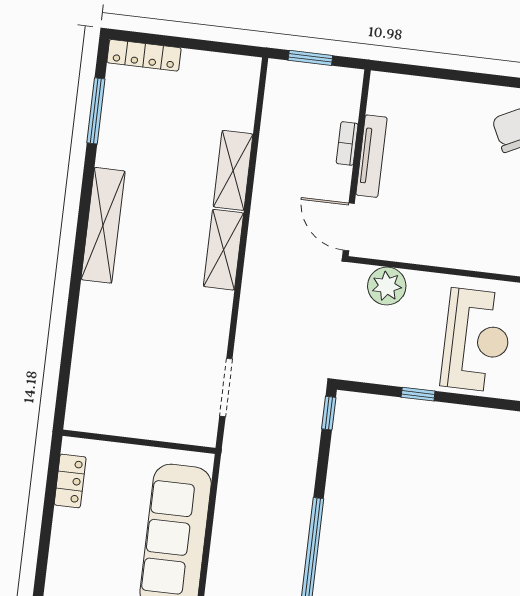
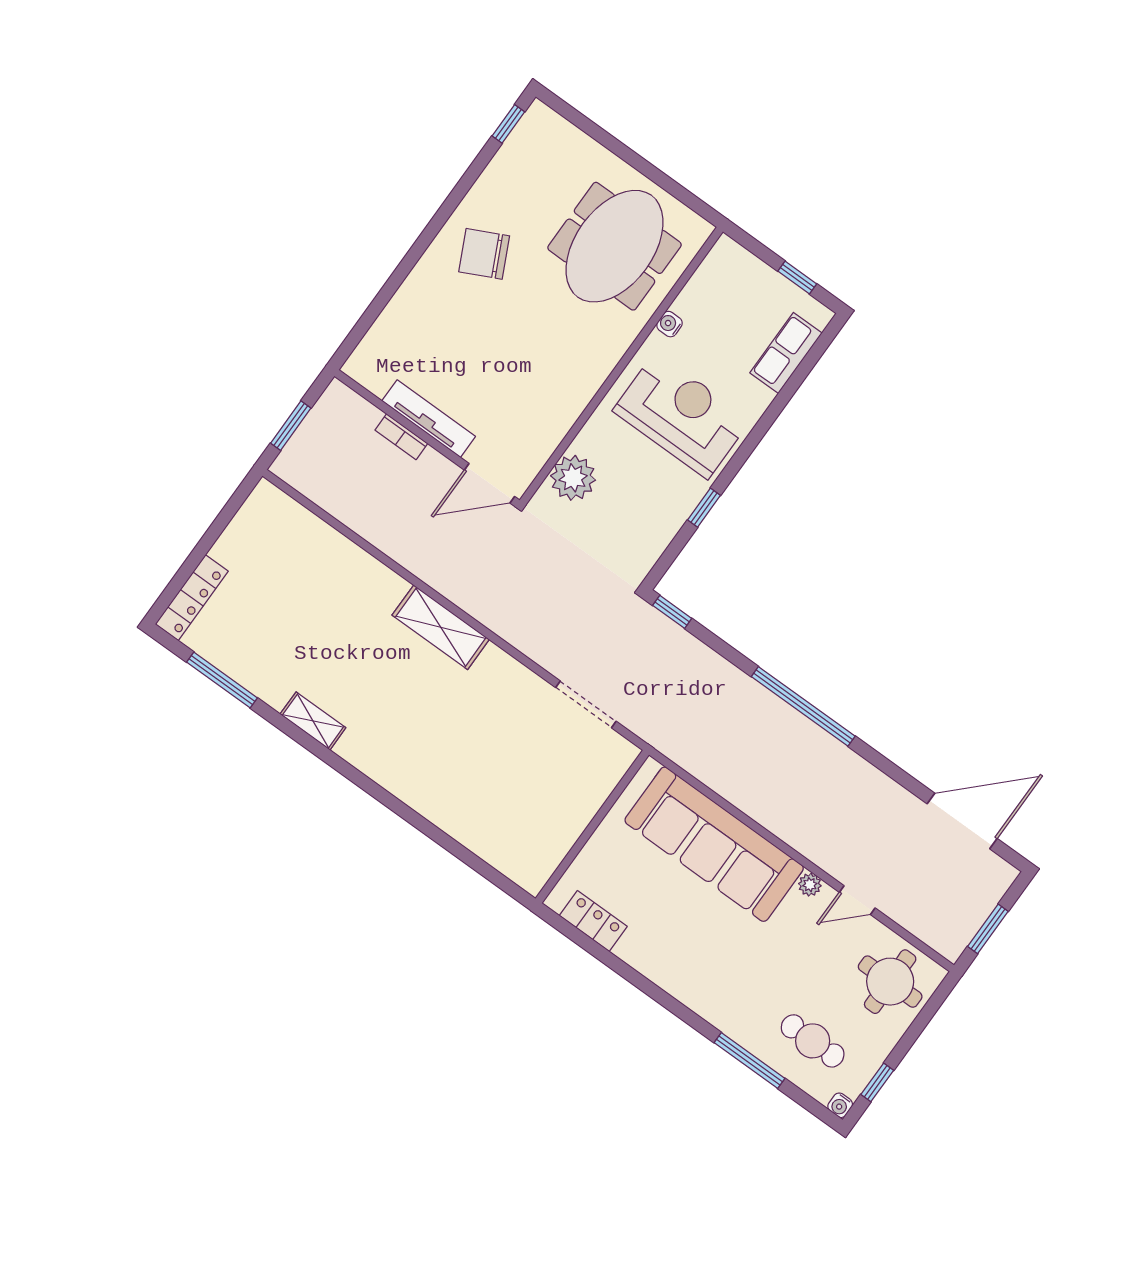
shelving: (233, 170) -> (364, 571), removed
shelving: (103, 225) -> (313, 721), width x0.45, depth x0.75

